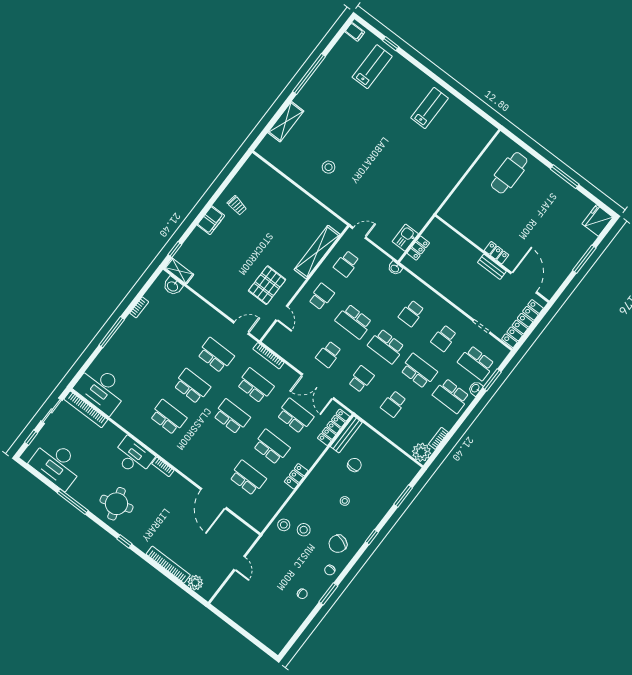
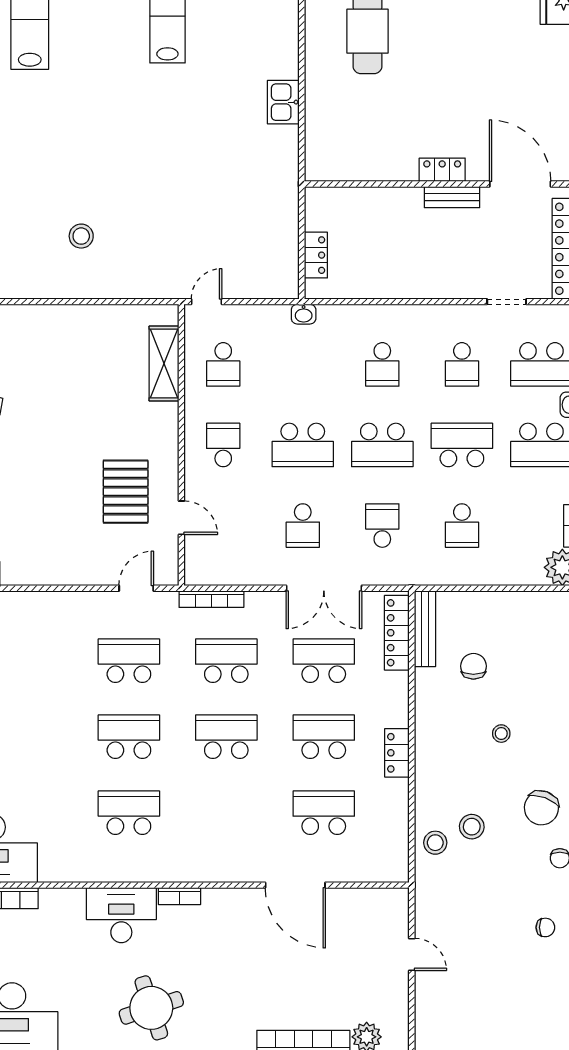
kitchen sink: (405, 238) -> (283, 102), moved
shelving: (317, 252) -> (164, 363), width x0.68

